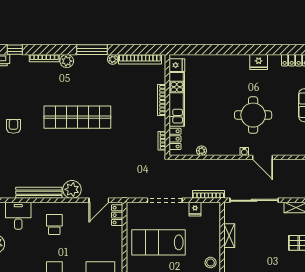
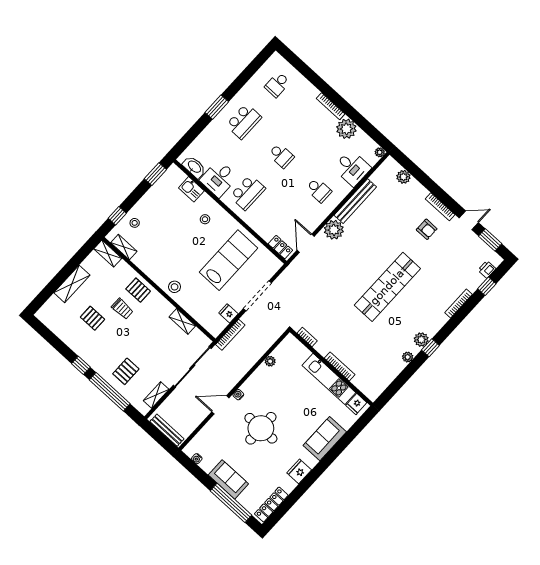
window: (92, 50) -> (430, 348), width x0.46
bookcase: (140, 59) -> (388, 379), removed
plant: (67, 61) -> (421, 340), moved
sofa: (220, 65) -> (325, 439), added
locker: (175, 139) -> (299, 349), removed

